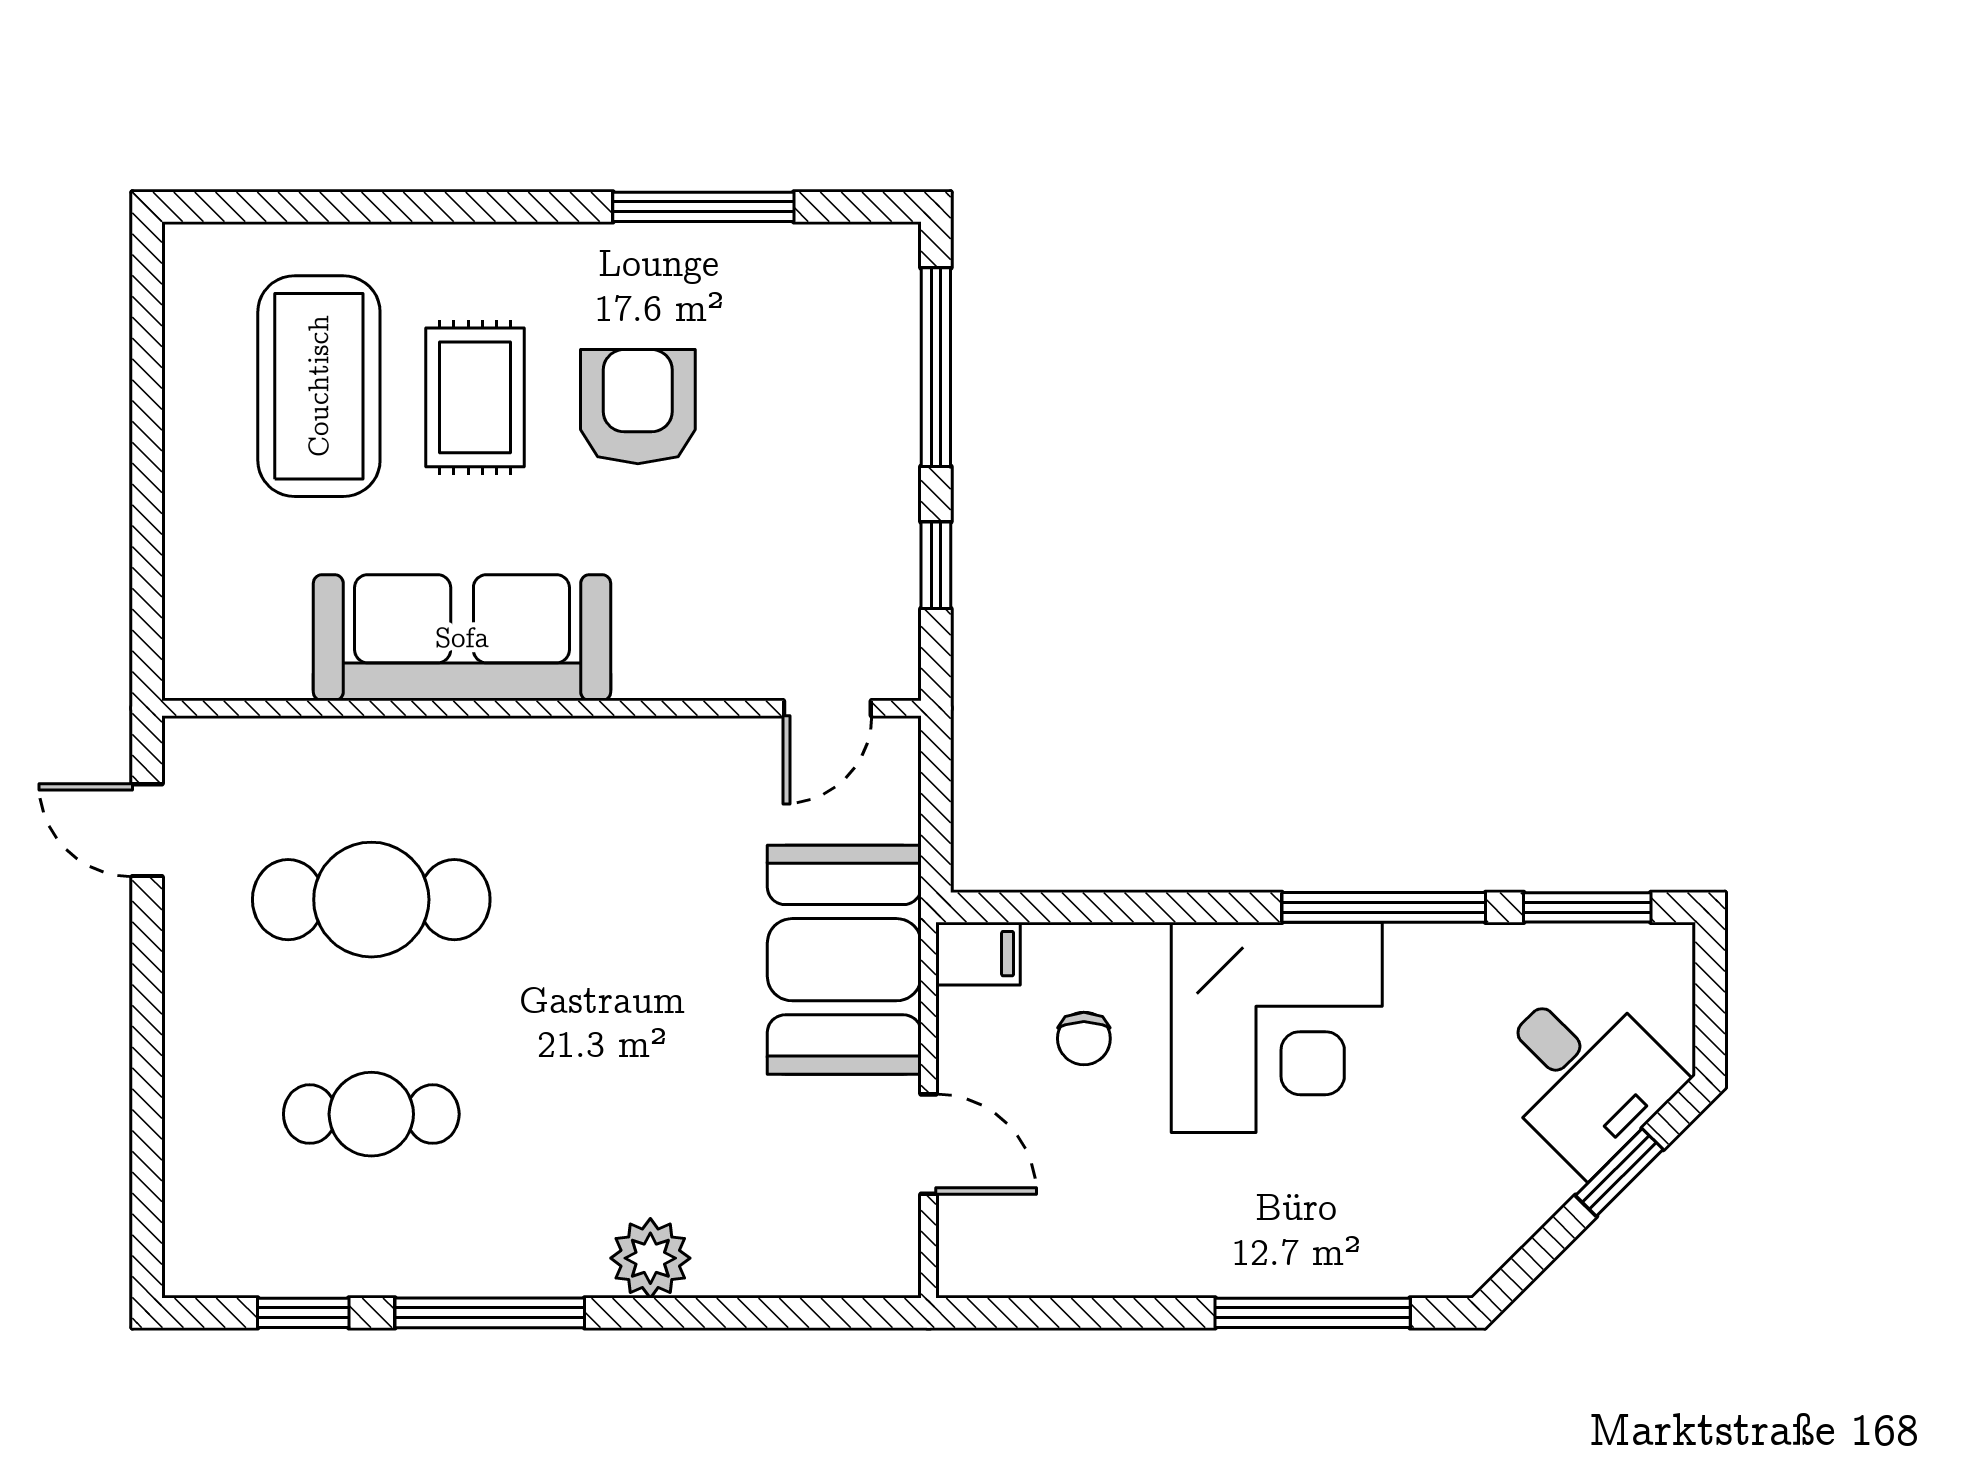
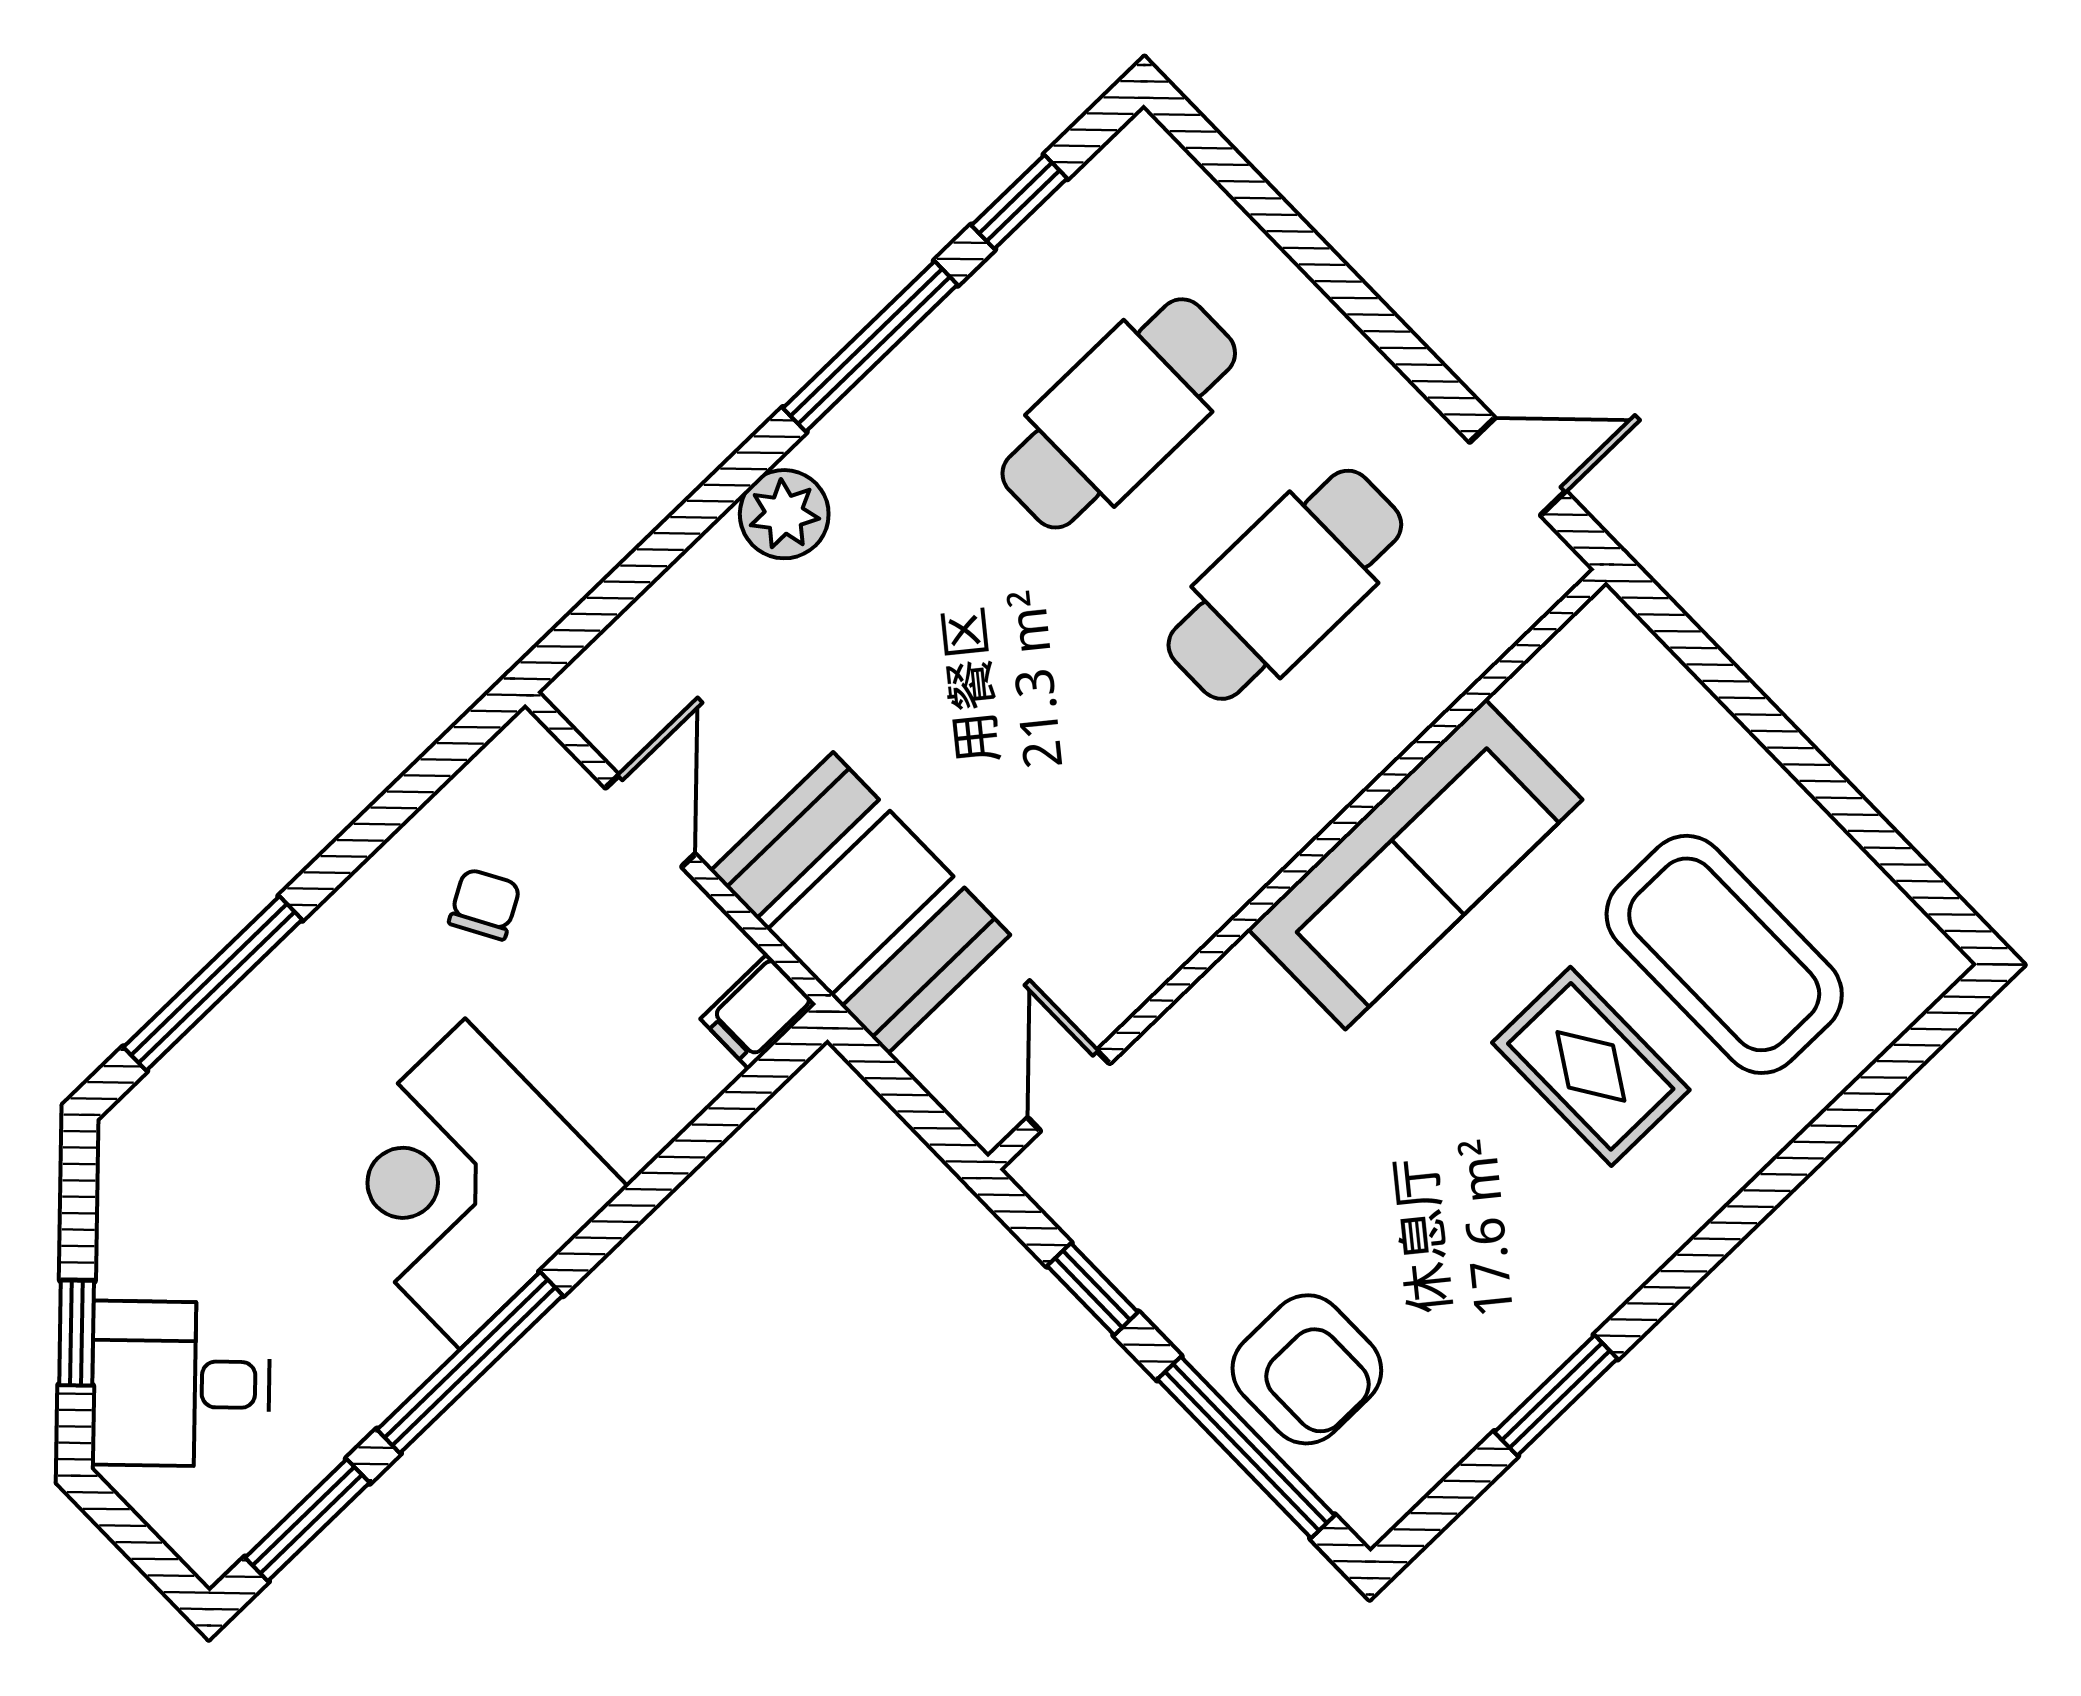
window: (703, 207) -> (1556, 1395), width x0.69
armchair: (638, 407) -> (1307, 1369), moved
chair: (1084, 1039) -> (485, 904), moved, turned 61
cafe table: (371, 1114) -> (1119, 413), width x1.37, depth x1.35
door: (929, 1144) -> (650, 821), swing flipped

